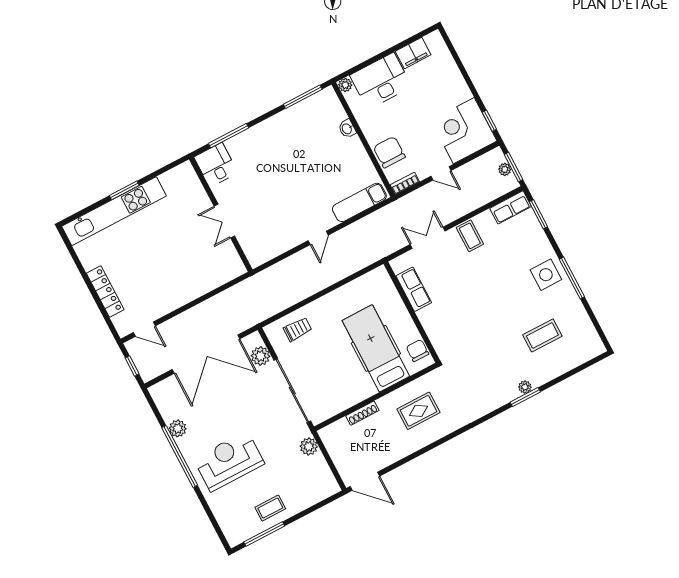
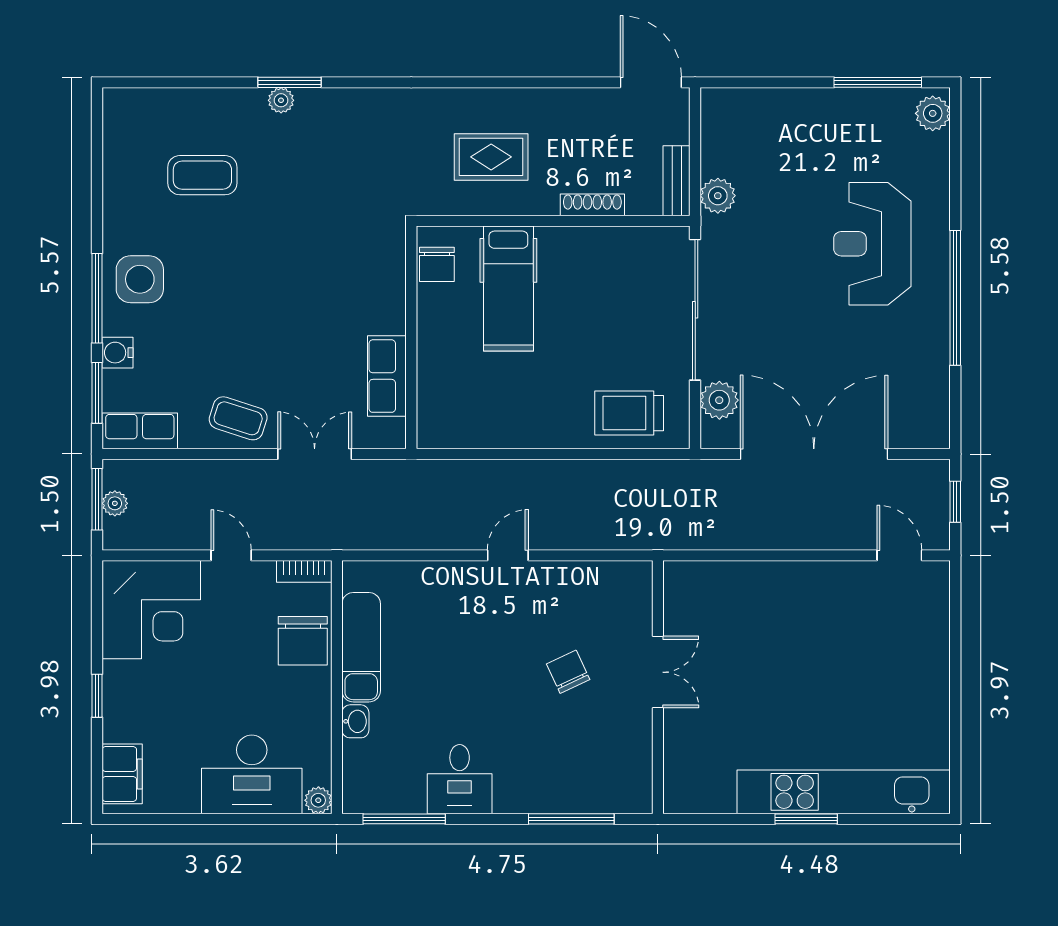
filing cabinet: (413, 53) -> (122, 774), moved, turned 90
window: (489, 121) -> (97, 696), moved
desk: (216, 165) -> (460, 779), moved
chair: (264, 200) -> (568, 672), added
exam couch: (359, 202) -> (361, 647), moved, turned -90
coffee table: (470, 236) -> (238, 418), turned -72
water cooler: (539, 237) -> (118, 353), added
double door: (428, 238) -> (315, 454), swing flipped
window: (572, 278) -> (97, 298), moved
locker: (105, 291) -> (934, 658), removed
trolley: (298, 329) -> (629, 413), width x1.36, depth x1.39
hospital bed: (376, 348) -> (508, 289), width x0.73, depth x0.78
plant: (178, 428) -> (933, 113), moved
bench: (331, 443) -> (677, 181), added
reception desk: (229, 461) -> (872, 244), turned 90
coffee table: (270, 508) -> (843, 123), removed

